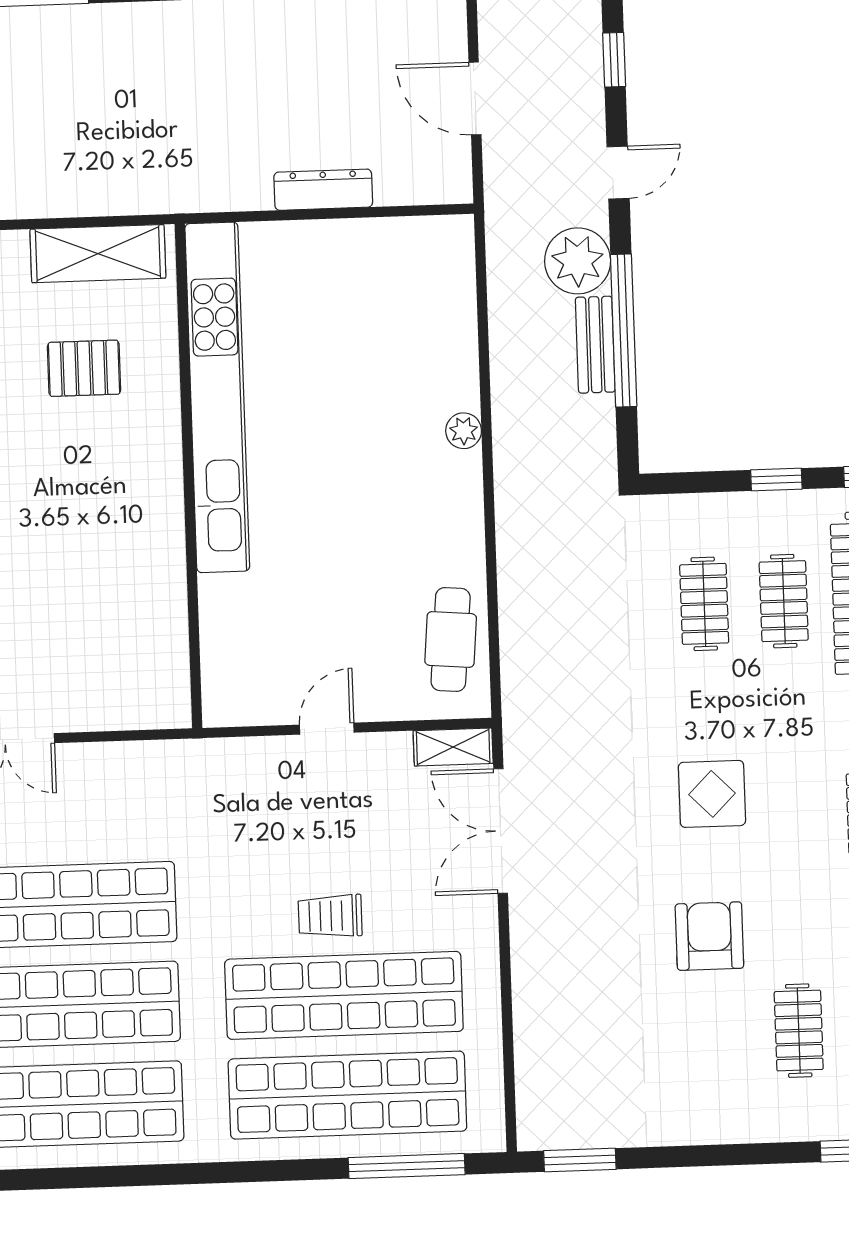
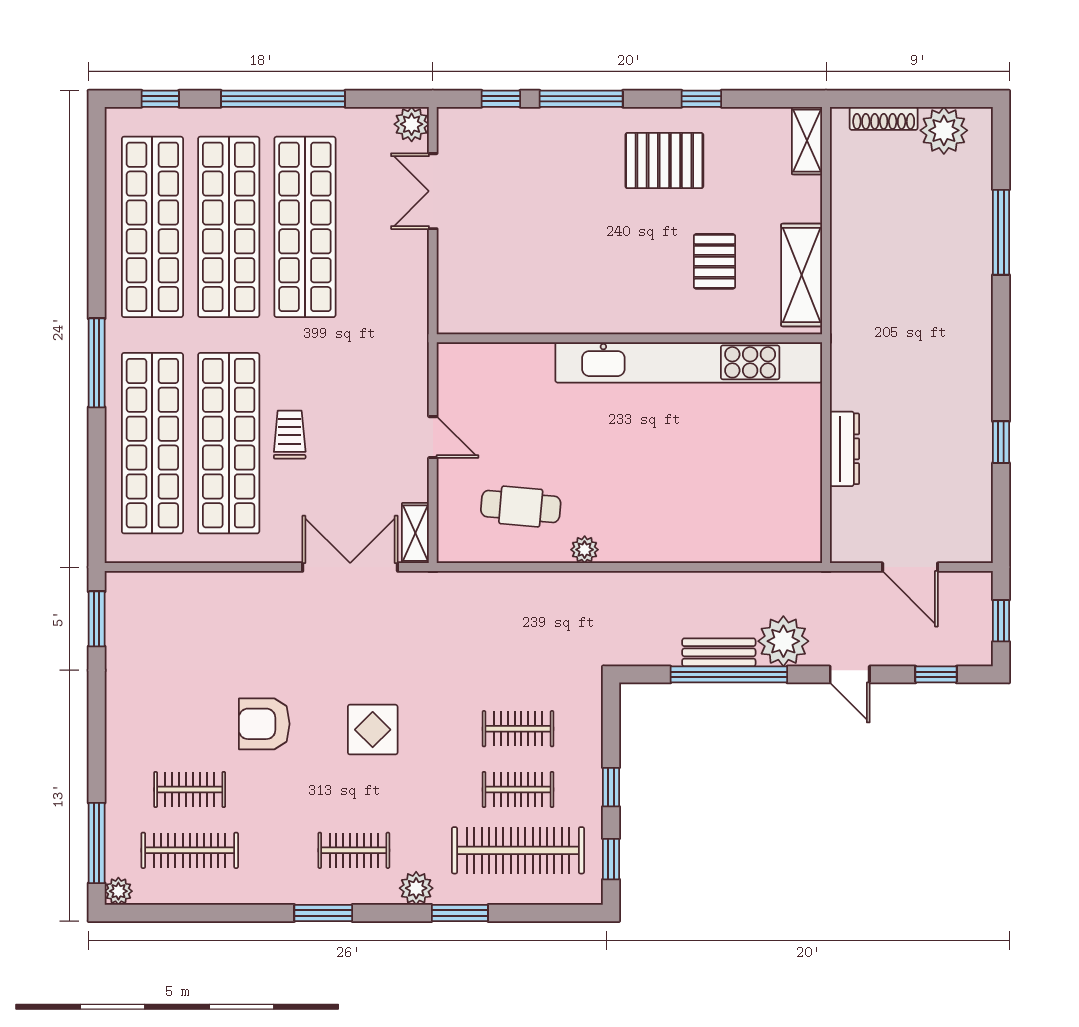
door: (475, 98) -> (910, 567), swing flipped
plant: (464, 431) -> (585, 550), moved
cafe table: (451, 640) -> (521, 507), moved
armchair: (709, 936) -> (264, 724), turned 180
window: (407, 1166) -> (97, 363), moved

